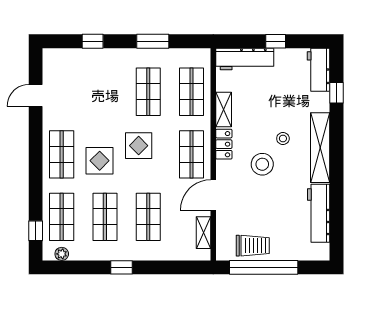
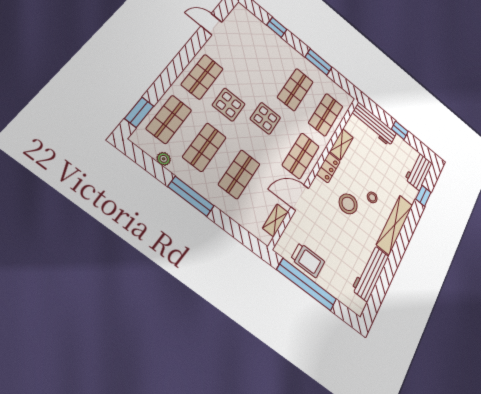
window: (36, 231) -> (139, 112), width x1.50
plant: (62, 254) -> (164, 159), moved
window: (122, 267) -> (191, 196), width x2.17

